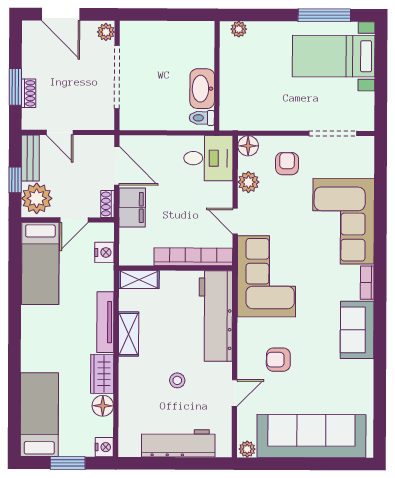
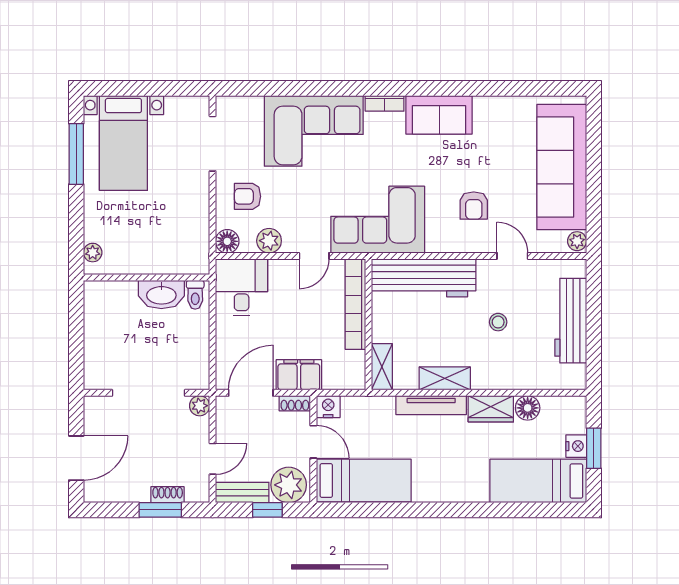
plant: (106, 32) -> (200, 406), moved
nightstand: (104, 252) -> (328, 407), moved
nightstand: (104, 447) -> (576, 446), moved, turned 90

